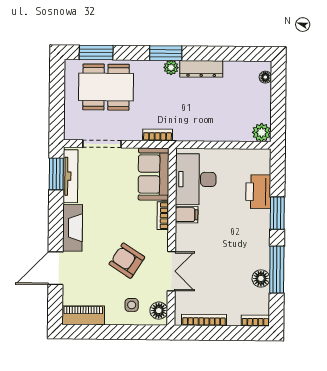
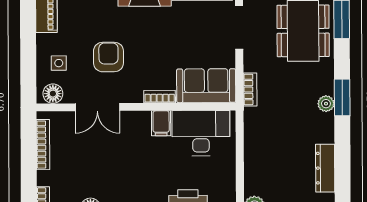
dresser: (201, 69) -> (325, 168), moved
armchair: (127, 261) -> (108, 57), turned -33

